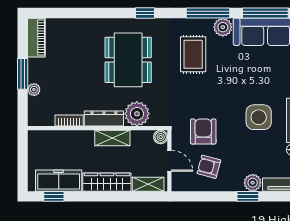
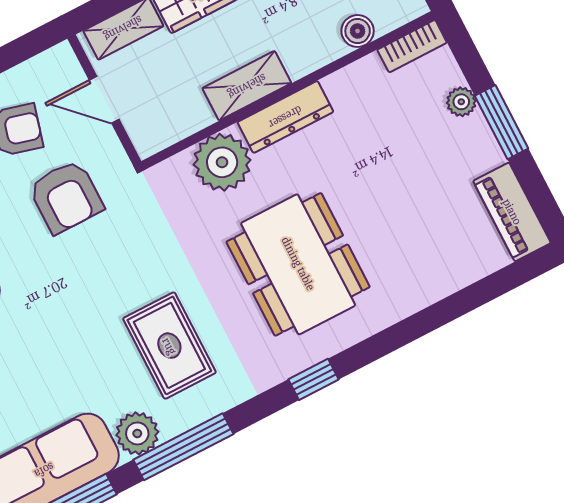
bookcase: (69, 120) -> (412, 46), moved
boiler: (161, 137) -> (358, 31), moved

